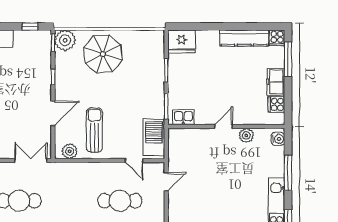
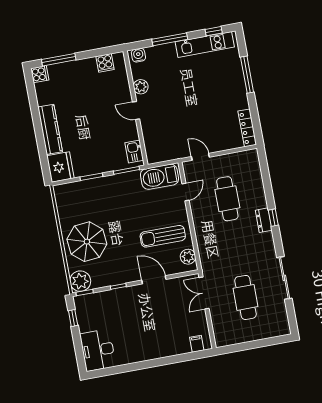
kitchen counter: (244, 38) -> (50, 129), moved
freezer: (276, 82) -> (83, 68), removed

